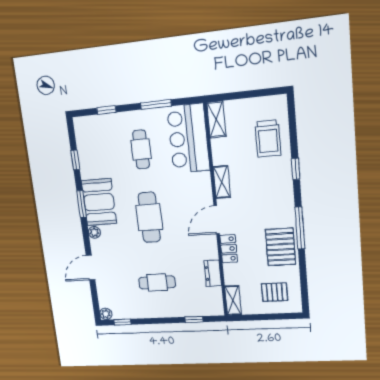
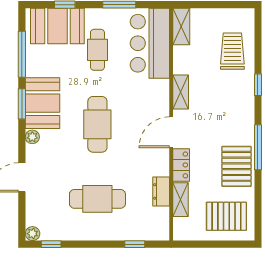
booth: (103, 131) -> (57, 26), added
trolley: (268, 139) -> (232, 51), turned 180
window: (75, 160) -> (22, 54), width x2.17
cafe table: (157, 282) -> (97, 199), width x1.37, depth x1.35
pallet: (275, 292) -> (226, 216), width x1.50, depth x1.42
shelving: (233, 300) -> (181, 200), moved

